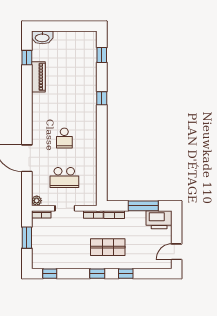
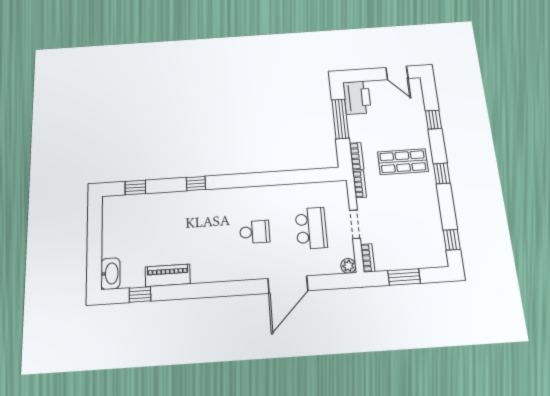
shop shelf: (108, 247) -> (403, 162), turned 90
window: (126, 274) -> (434, 120), moved

